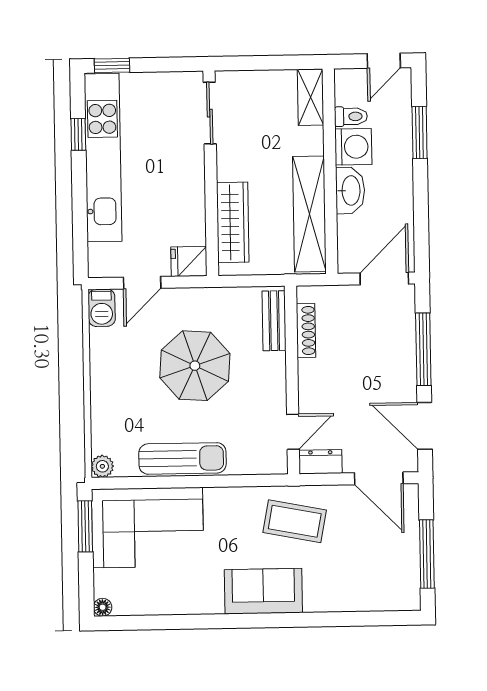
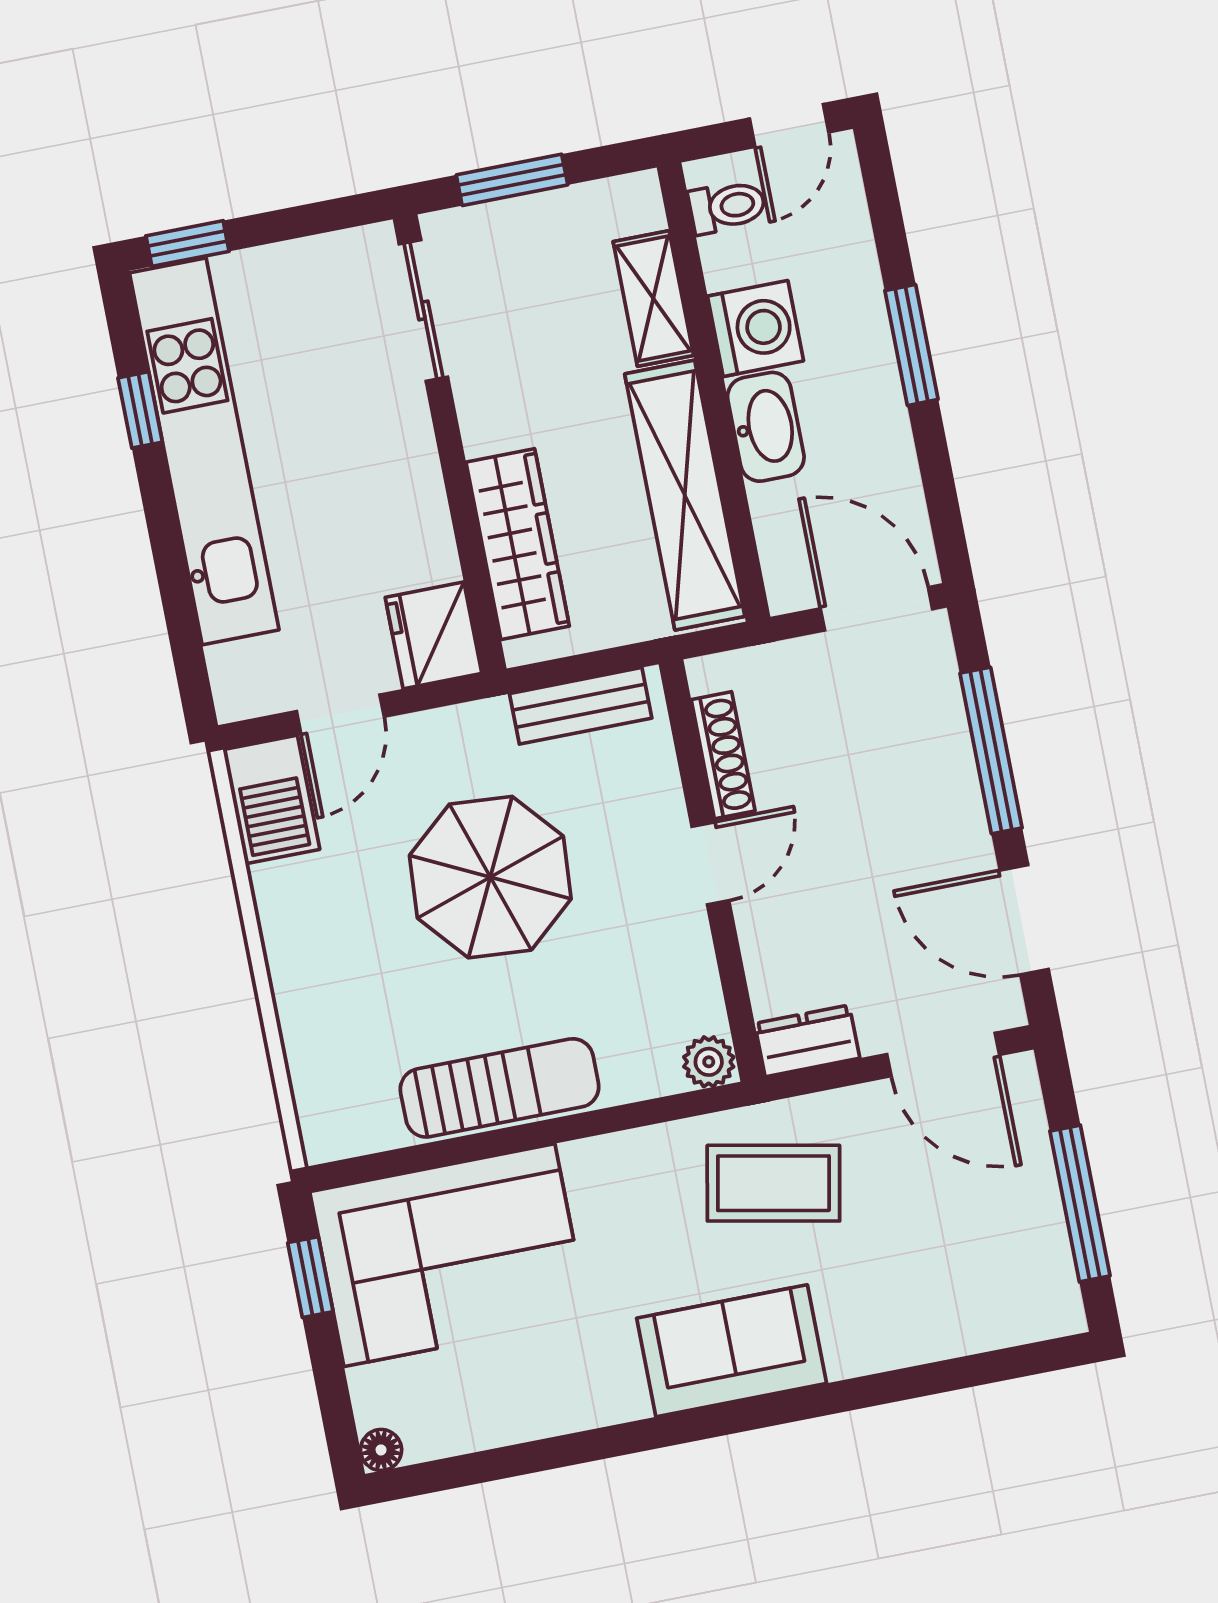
window: (259, 63) -> (512, 180), added
shelving: (311, 97) -> (653, 298), moved
toilet: (351, 116) -> (727, 207), moved
window: (420, 133) -> (911, 345), moved
fridge: (189, 261) -> (434, 635), width x1.38
door: (384, 279) -> (876, 609), hinge flipped
barbecue: (102, 308) -> (271, 800), width x1.38, depth x1.27
bench: (274, 321) -> (581, 706), moved, turned 90
door: (293, 432) -> (710, 864), moved
plant: (102, 466) -> (709, 1062), moved
window: (85, 526) -> (310, 1277), width x0.67

